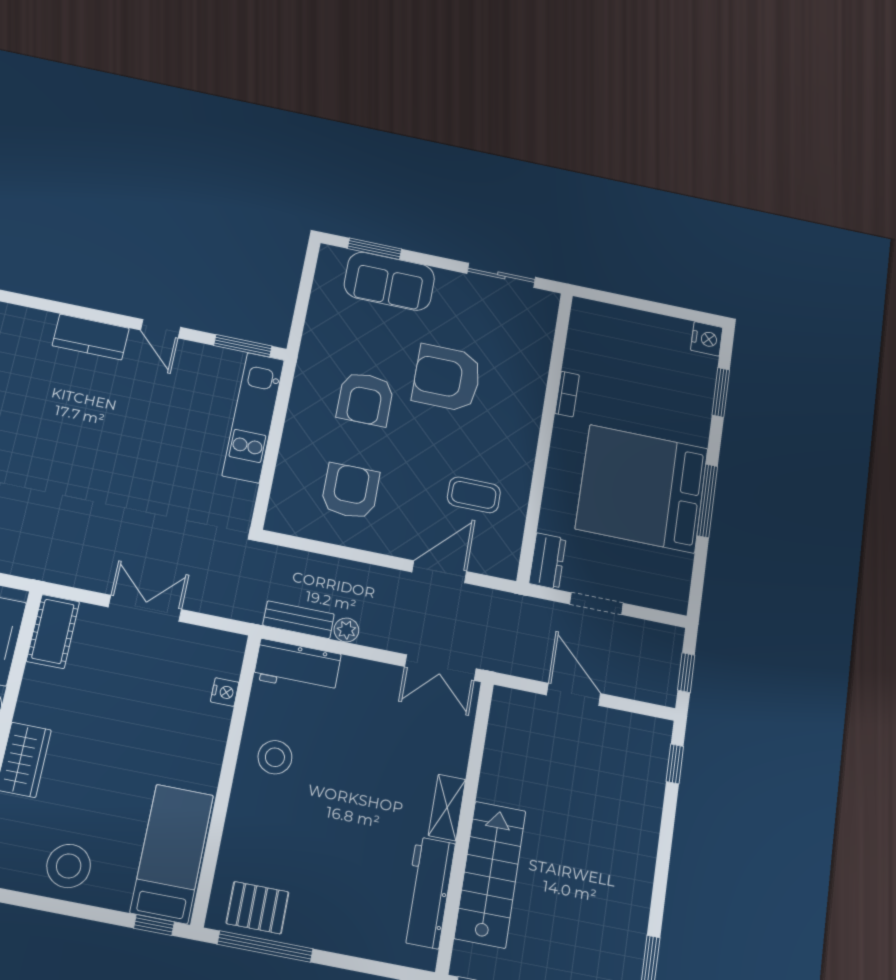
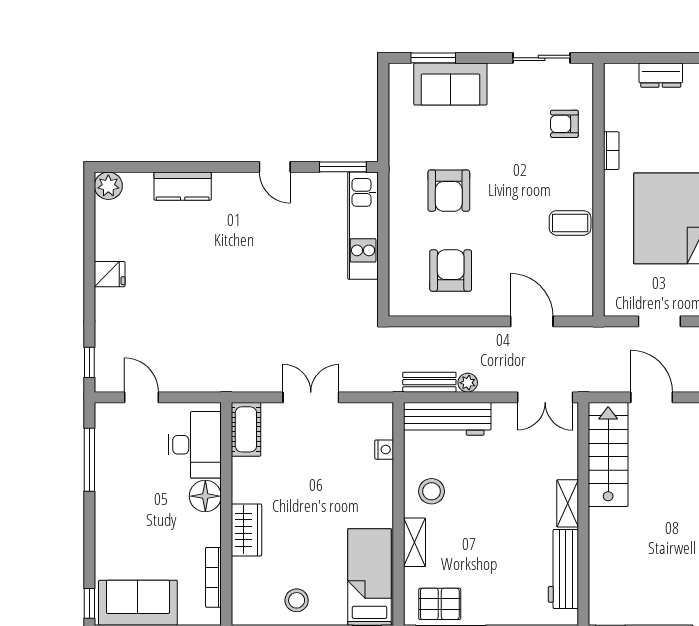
kitchen counter: (91, 337) -> (183, 186), moved
armchair: (447, 378) -> (564, 124), moved, width x0.53, depth x0.53
coffee table: (474, 495) -> (570, 223), moved
dresser: (548, 561) -> (661, 75), moved, turned 90
door: (439, 572) -> (532, 321), hinge flipped
workbench: (297, 667) -> (447, 419), width x1.38
shelving: (240, 819) -> (414, 542), added
stool: (69, 866) -> (297, 600), width x0.73, depth x0.73
stairs: (490, 874) -> (608, 455), moved

